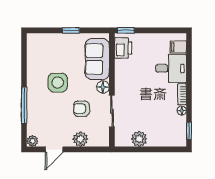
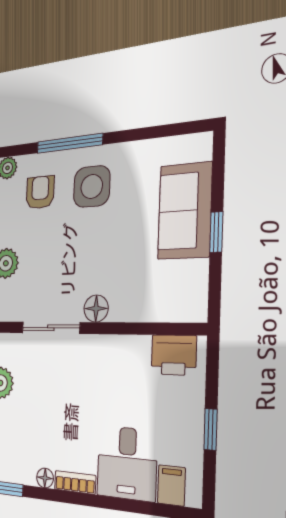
window: (126, 30) -> (211, 429), moved
sofa: (97, 59) -> (185, 211), moved, turned -90
side table: (58, 83) -> (92, 186), moved
armchair: (81, 109) -> (40, 192), moved

